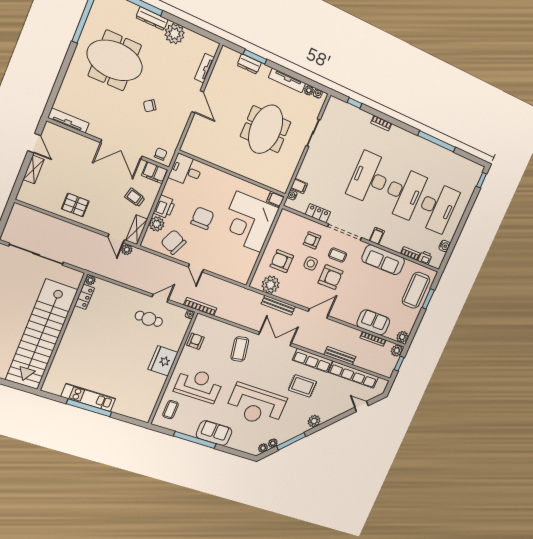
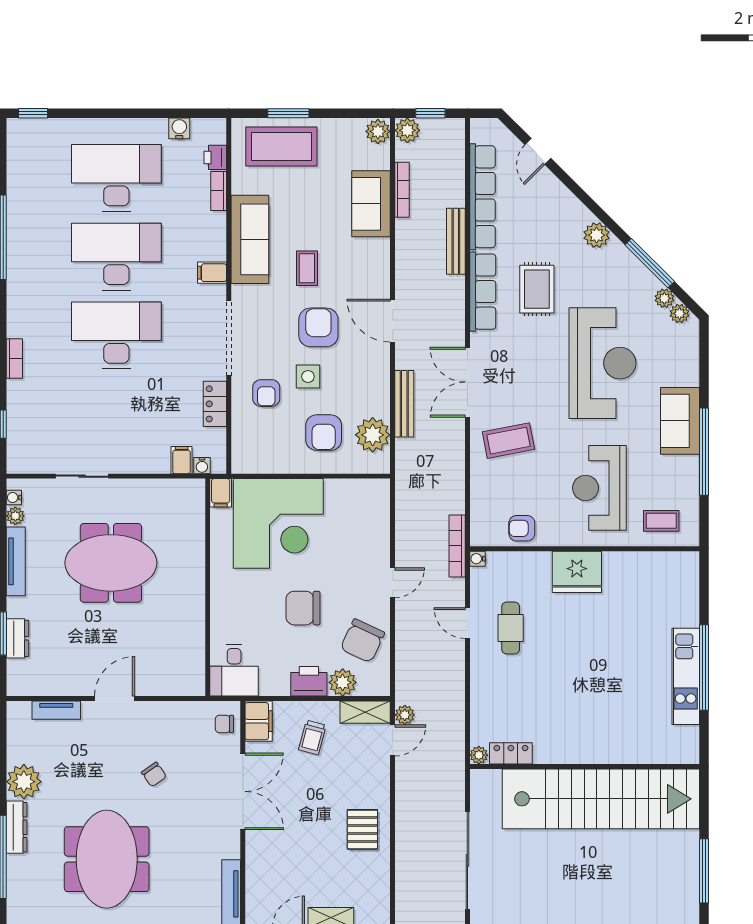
desk: (370, 178) -> (116, 335), turned 180
coffee table: (338, 255) -> (307, 268), moved

